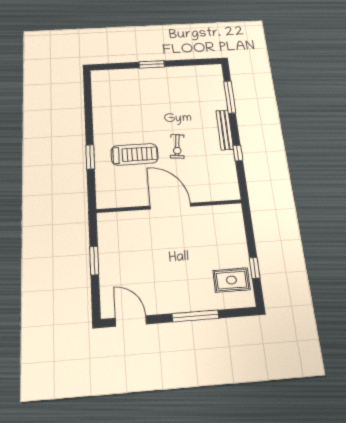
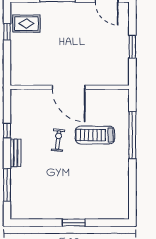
bench: (225, 130) -> (16, 153), width x0.73
window: (90, 157) -> (132, 135), width x2.11

